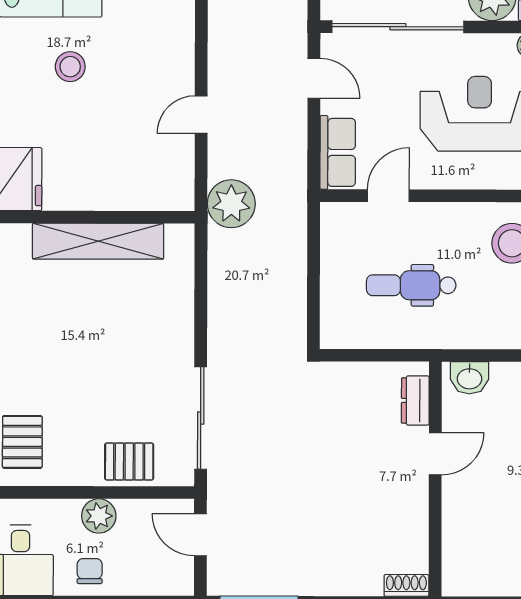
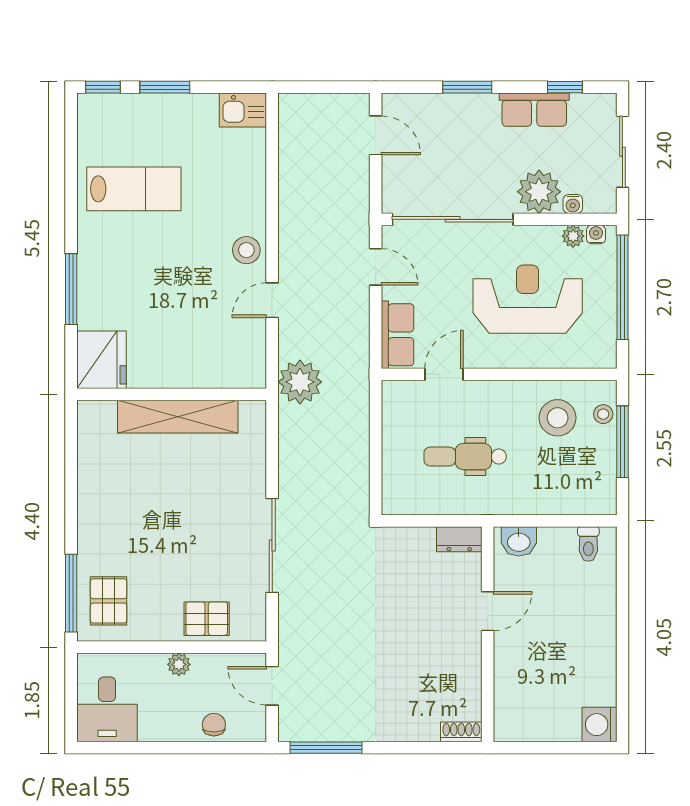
stool: (70, 67) -> (246, 250), moved
dresser: (415, 400) -> (459, 539), moved, turned -90
sliding door: (201, 418) -> (272, 545), moved
plant: (99, 516) -> (179, 664), width x0.73, depth x0.73
chair: (90, 571) -> (214, 725), moved

